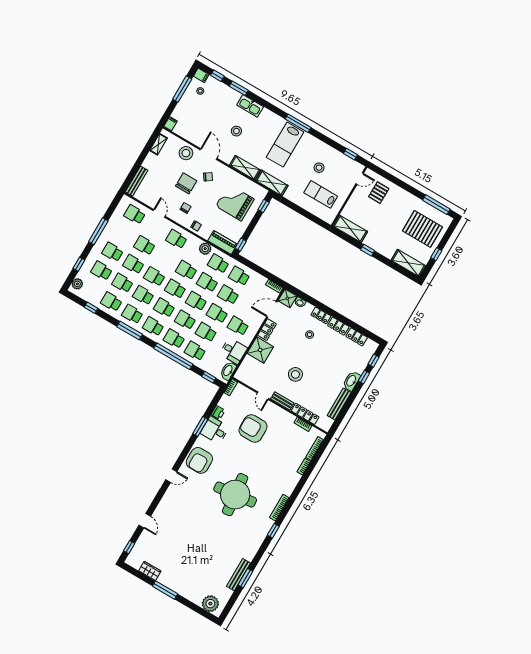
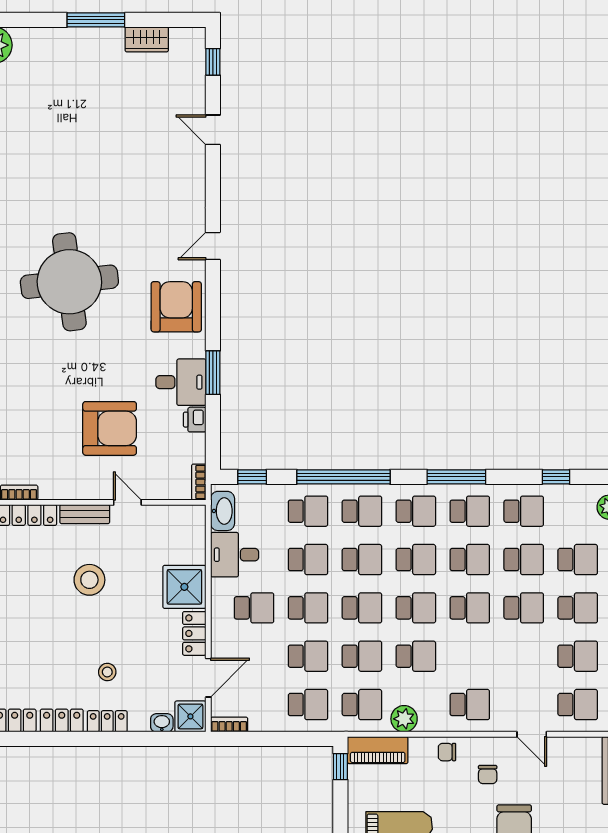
school desk: (144, 246) -> (578, 656), moved

